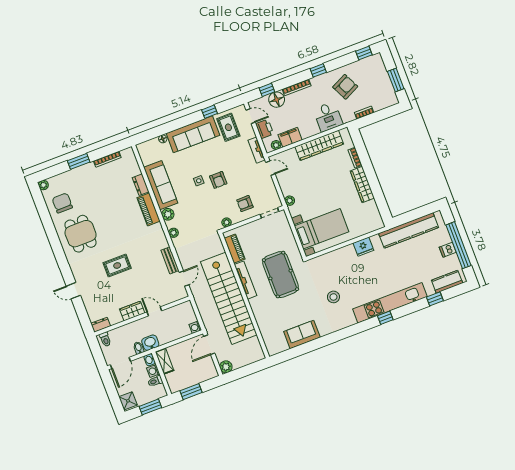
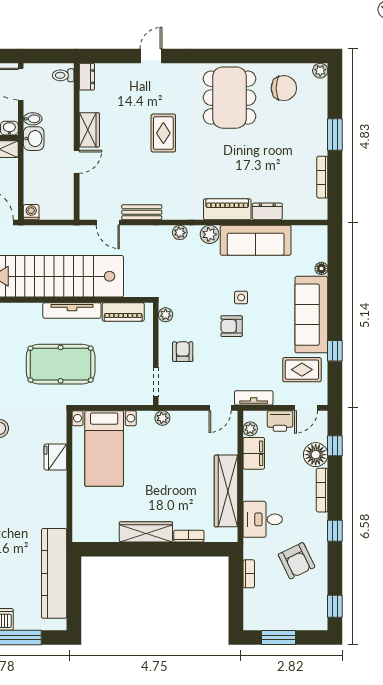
dining table: (81, 234) -> (230, 98), width x1.38
fridge: (363, 247) -> (55, 457), moved

